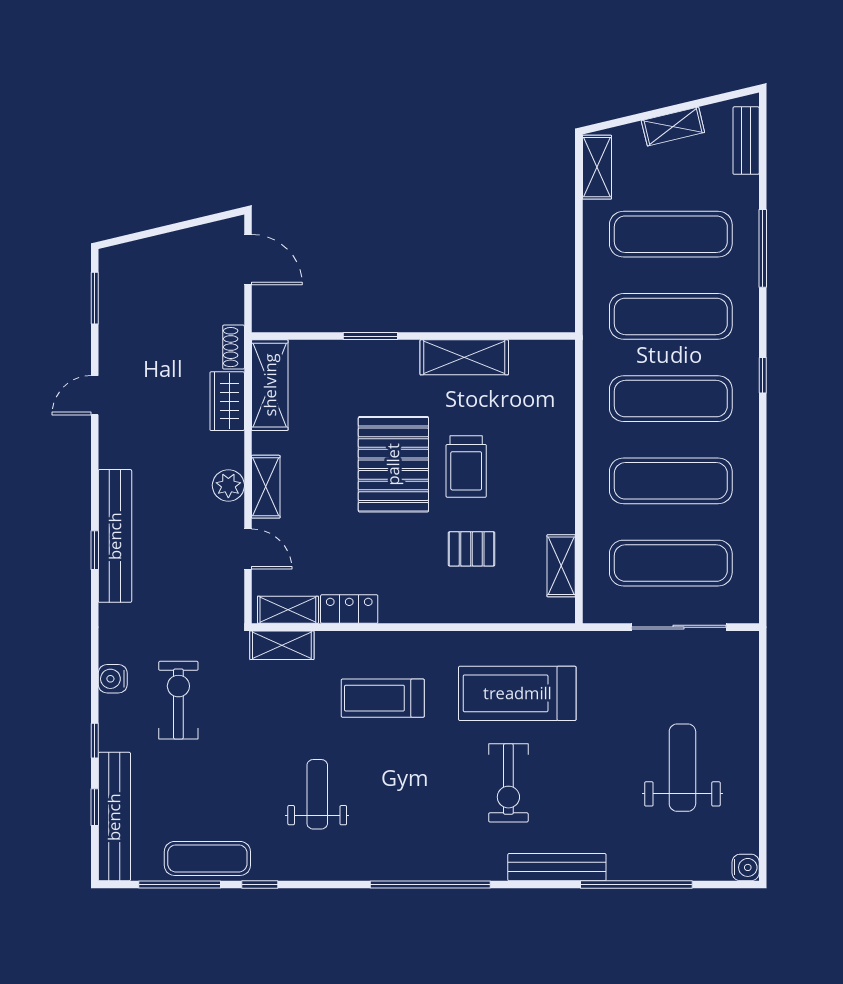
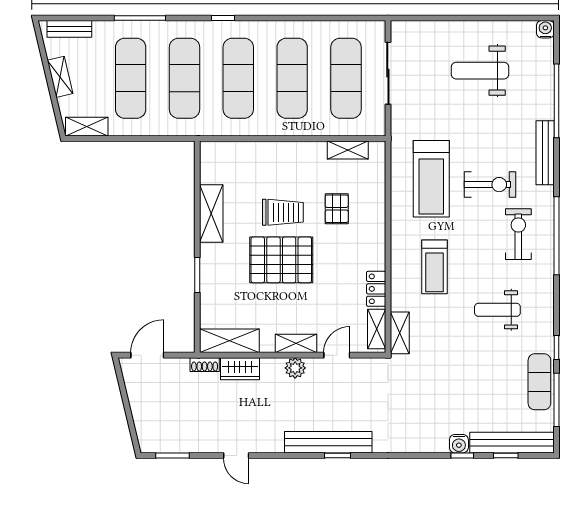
water cooler: (113, 679) -> (459, 444), moved
exercise bike: (178, 700) -> (518, 234), moved, turned 90

